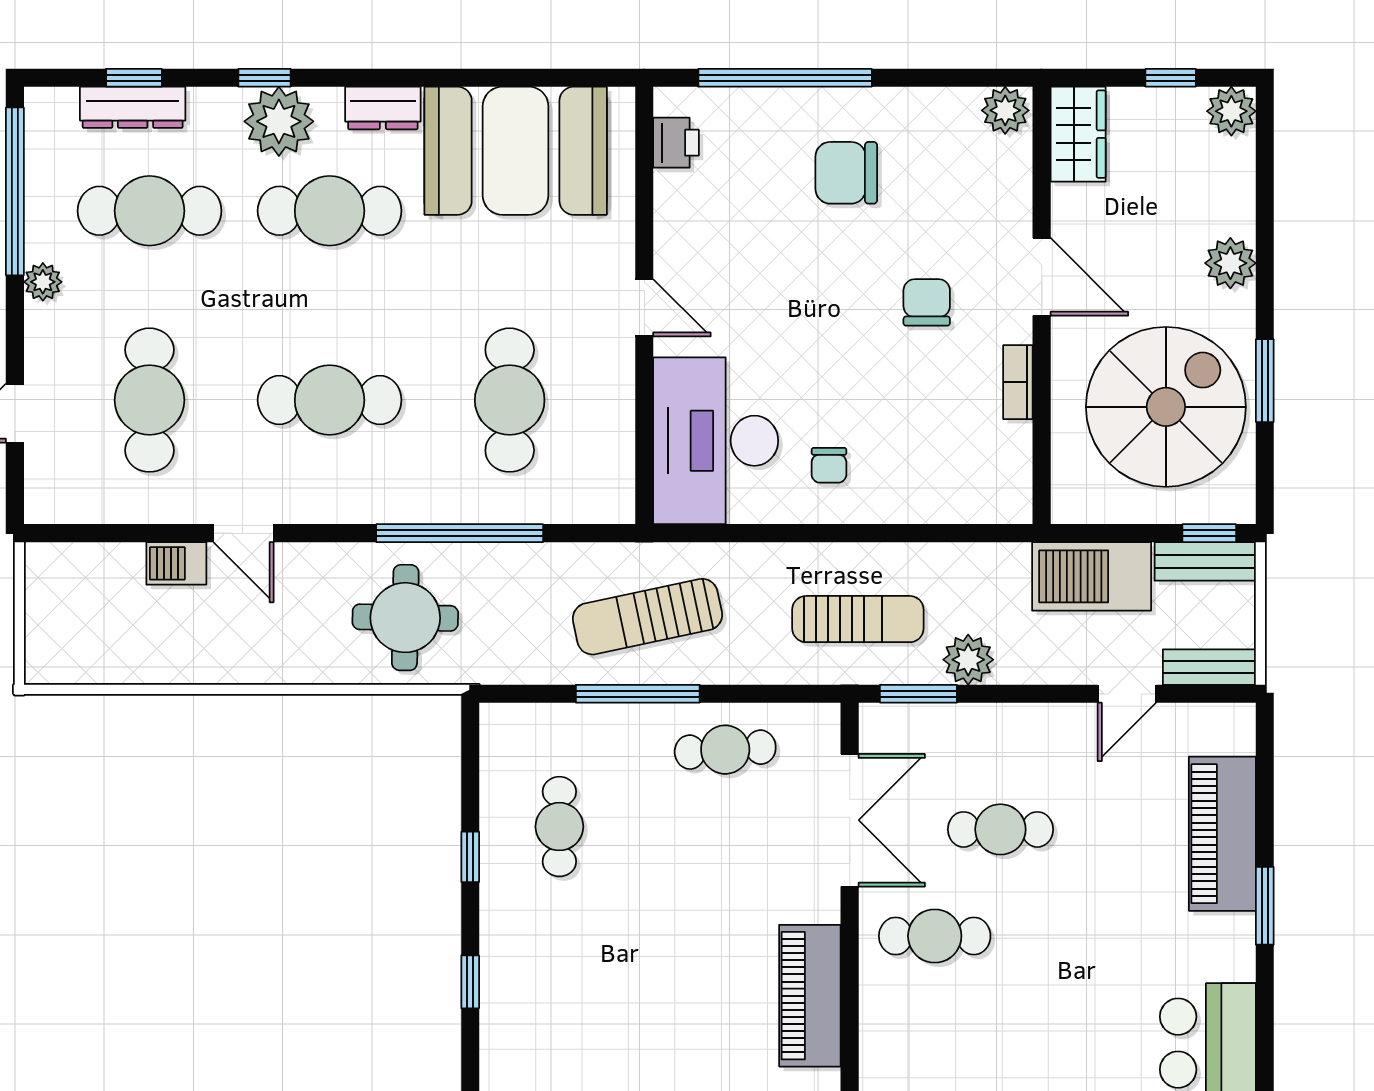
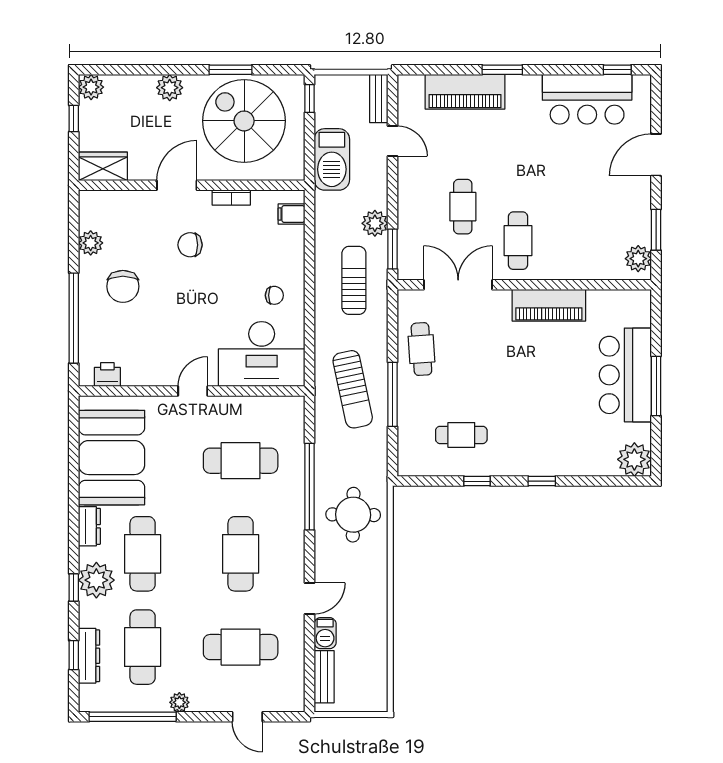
plant: (1005, 110) -> (91, 243), moved
filing cabinet: (986, 498) -> (291, 214), added
bench: (1205, 561) -> (324, 677), moved

